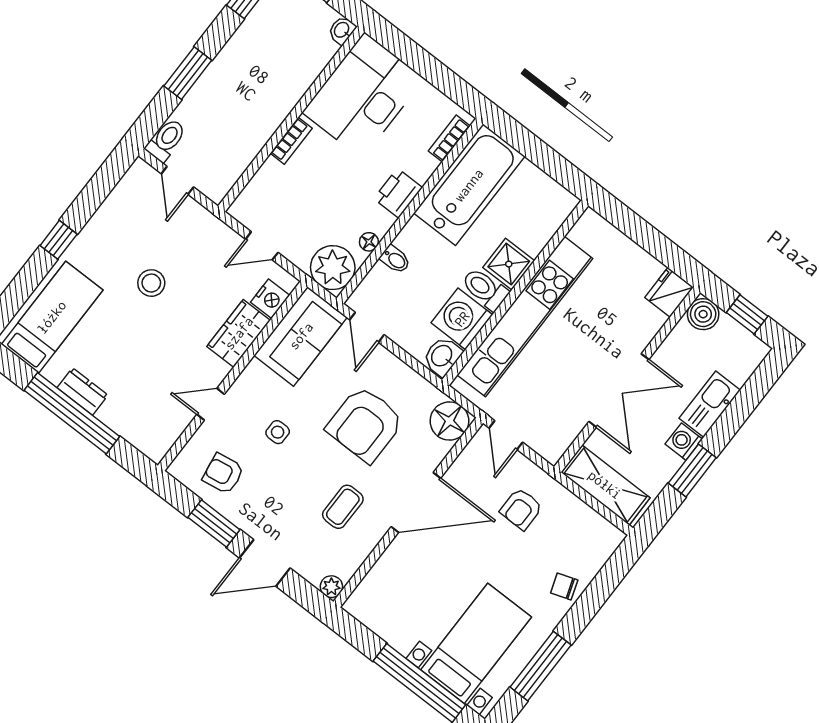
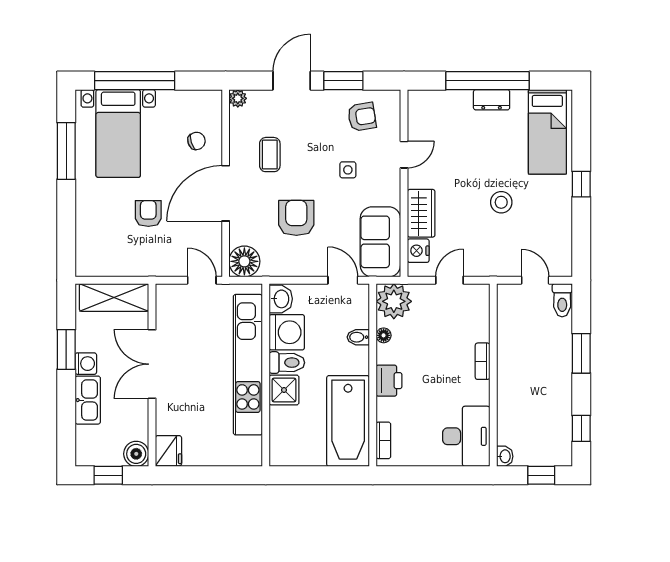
desk: (363, 95) -> (466, 436), width x0.73, depth x0.77
armchair: (365, 424) -> (296, 218), width x0.73, depth x0.73
armchair: (521, 509) -> (148, 214), moved
chair: (564, 587) -> (197, 141), moved

